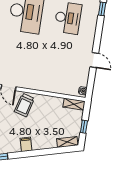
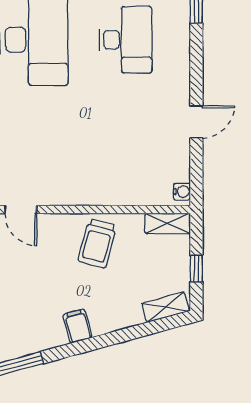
door: (94, 60) -> (196, 122), hinge flipped
trolley: (24, 105) -> (97, 243), moved

